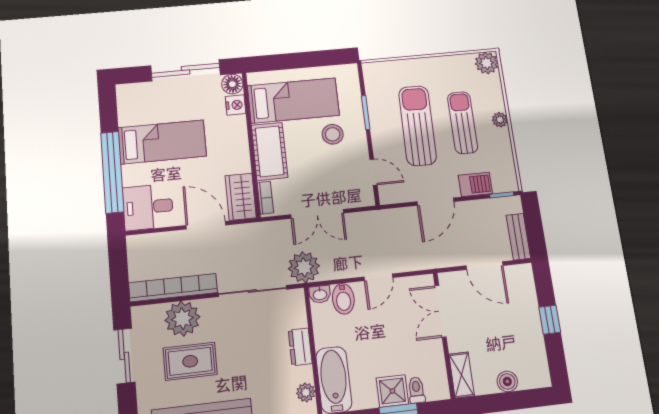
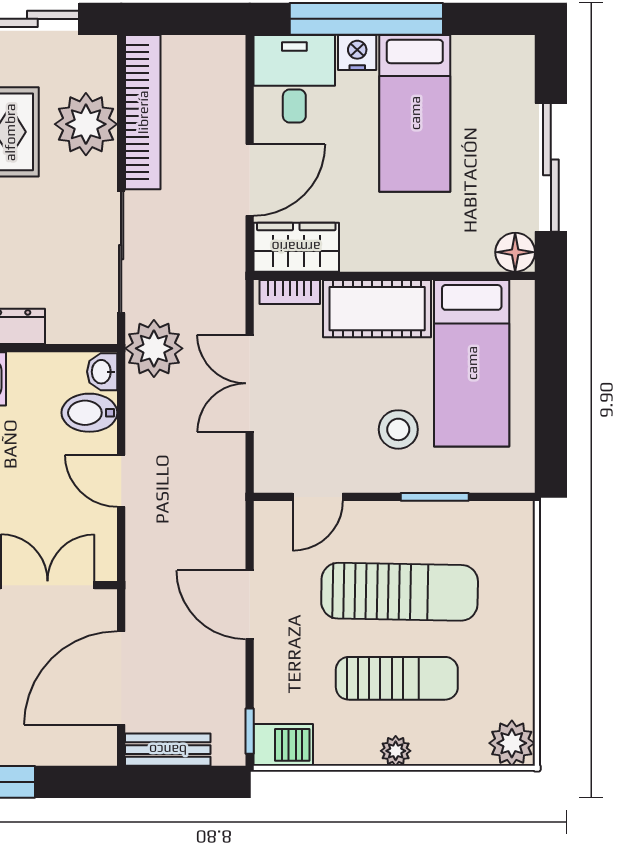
nightstand: (236, 105) -> (357, 53), moved, turned 180
barbecue: (475, 184) -> (283, 745), moved, turned -90
door: (484, 266) -> (121, 678), width x1.36

